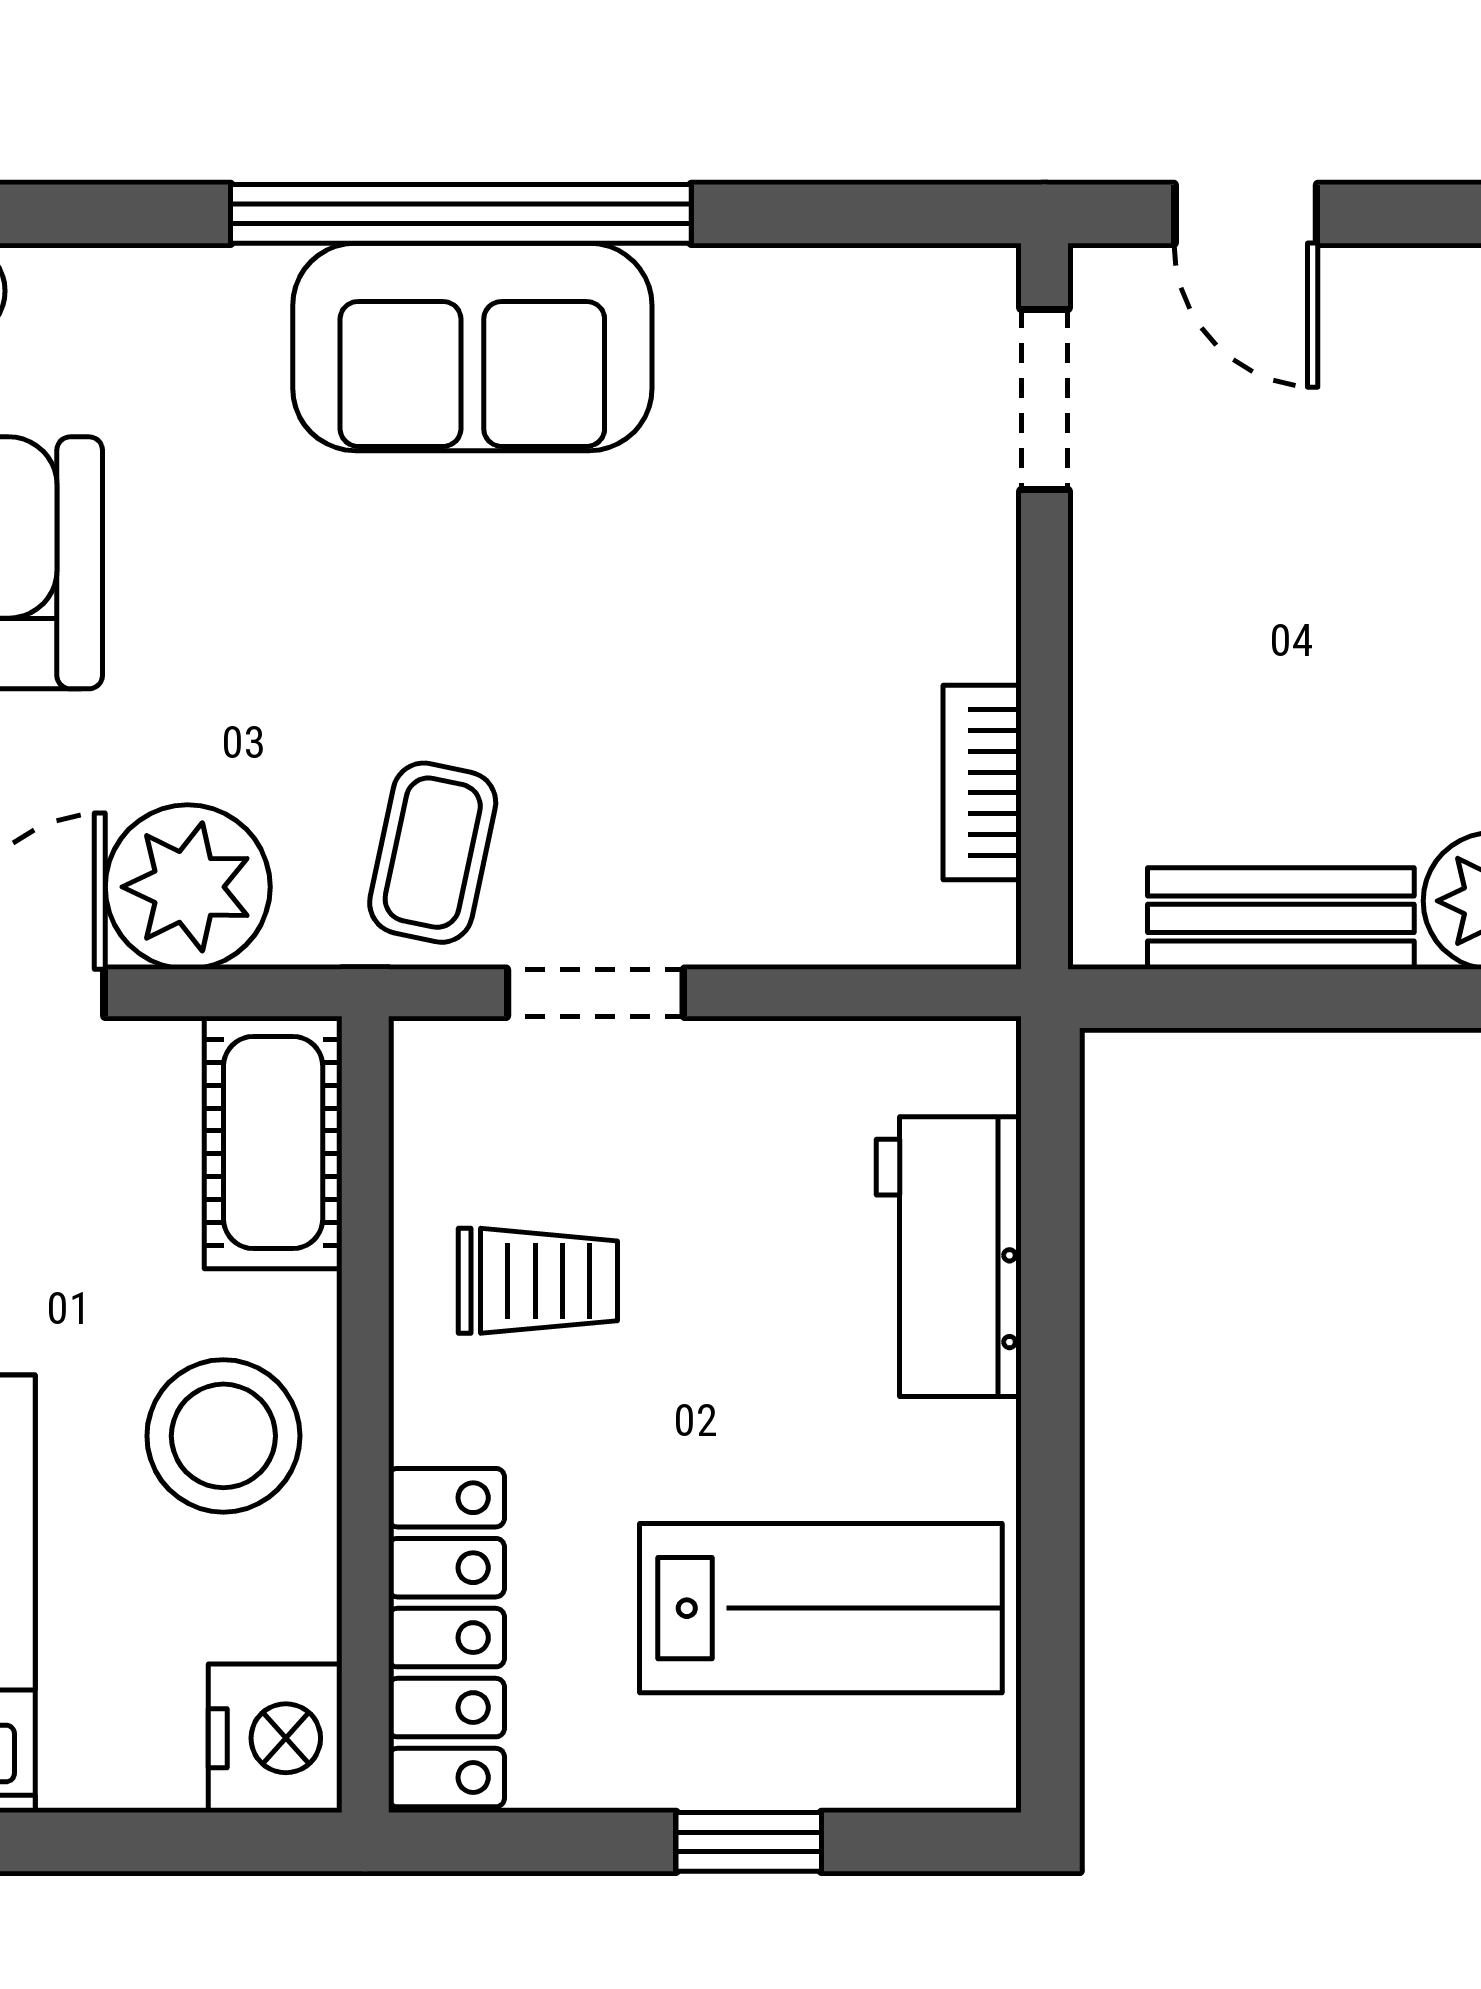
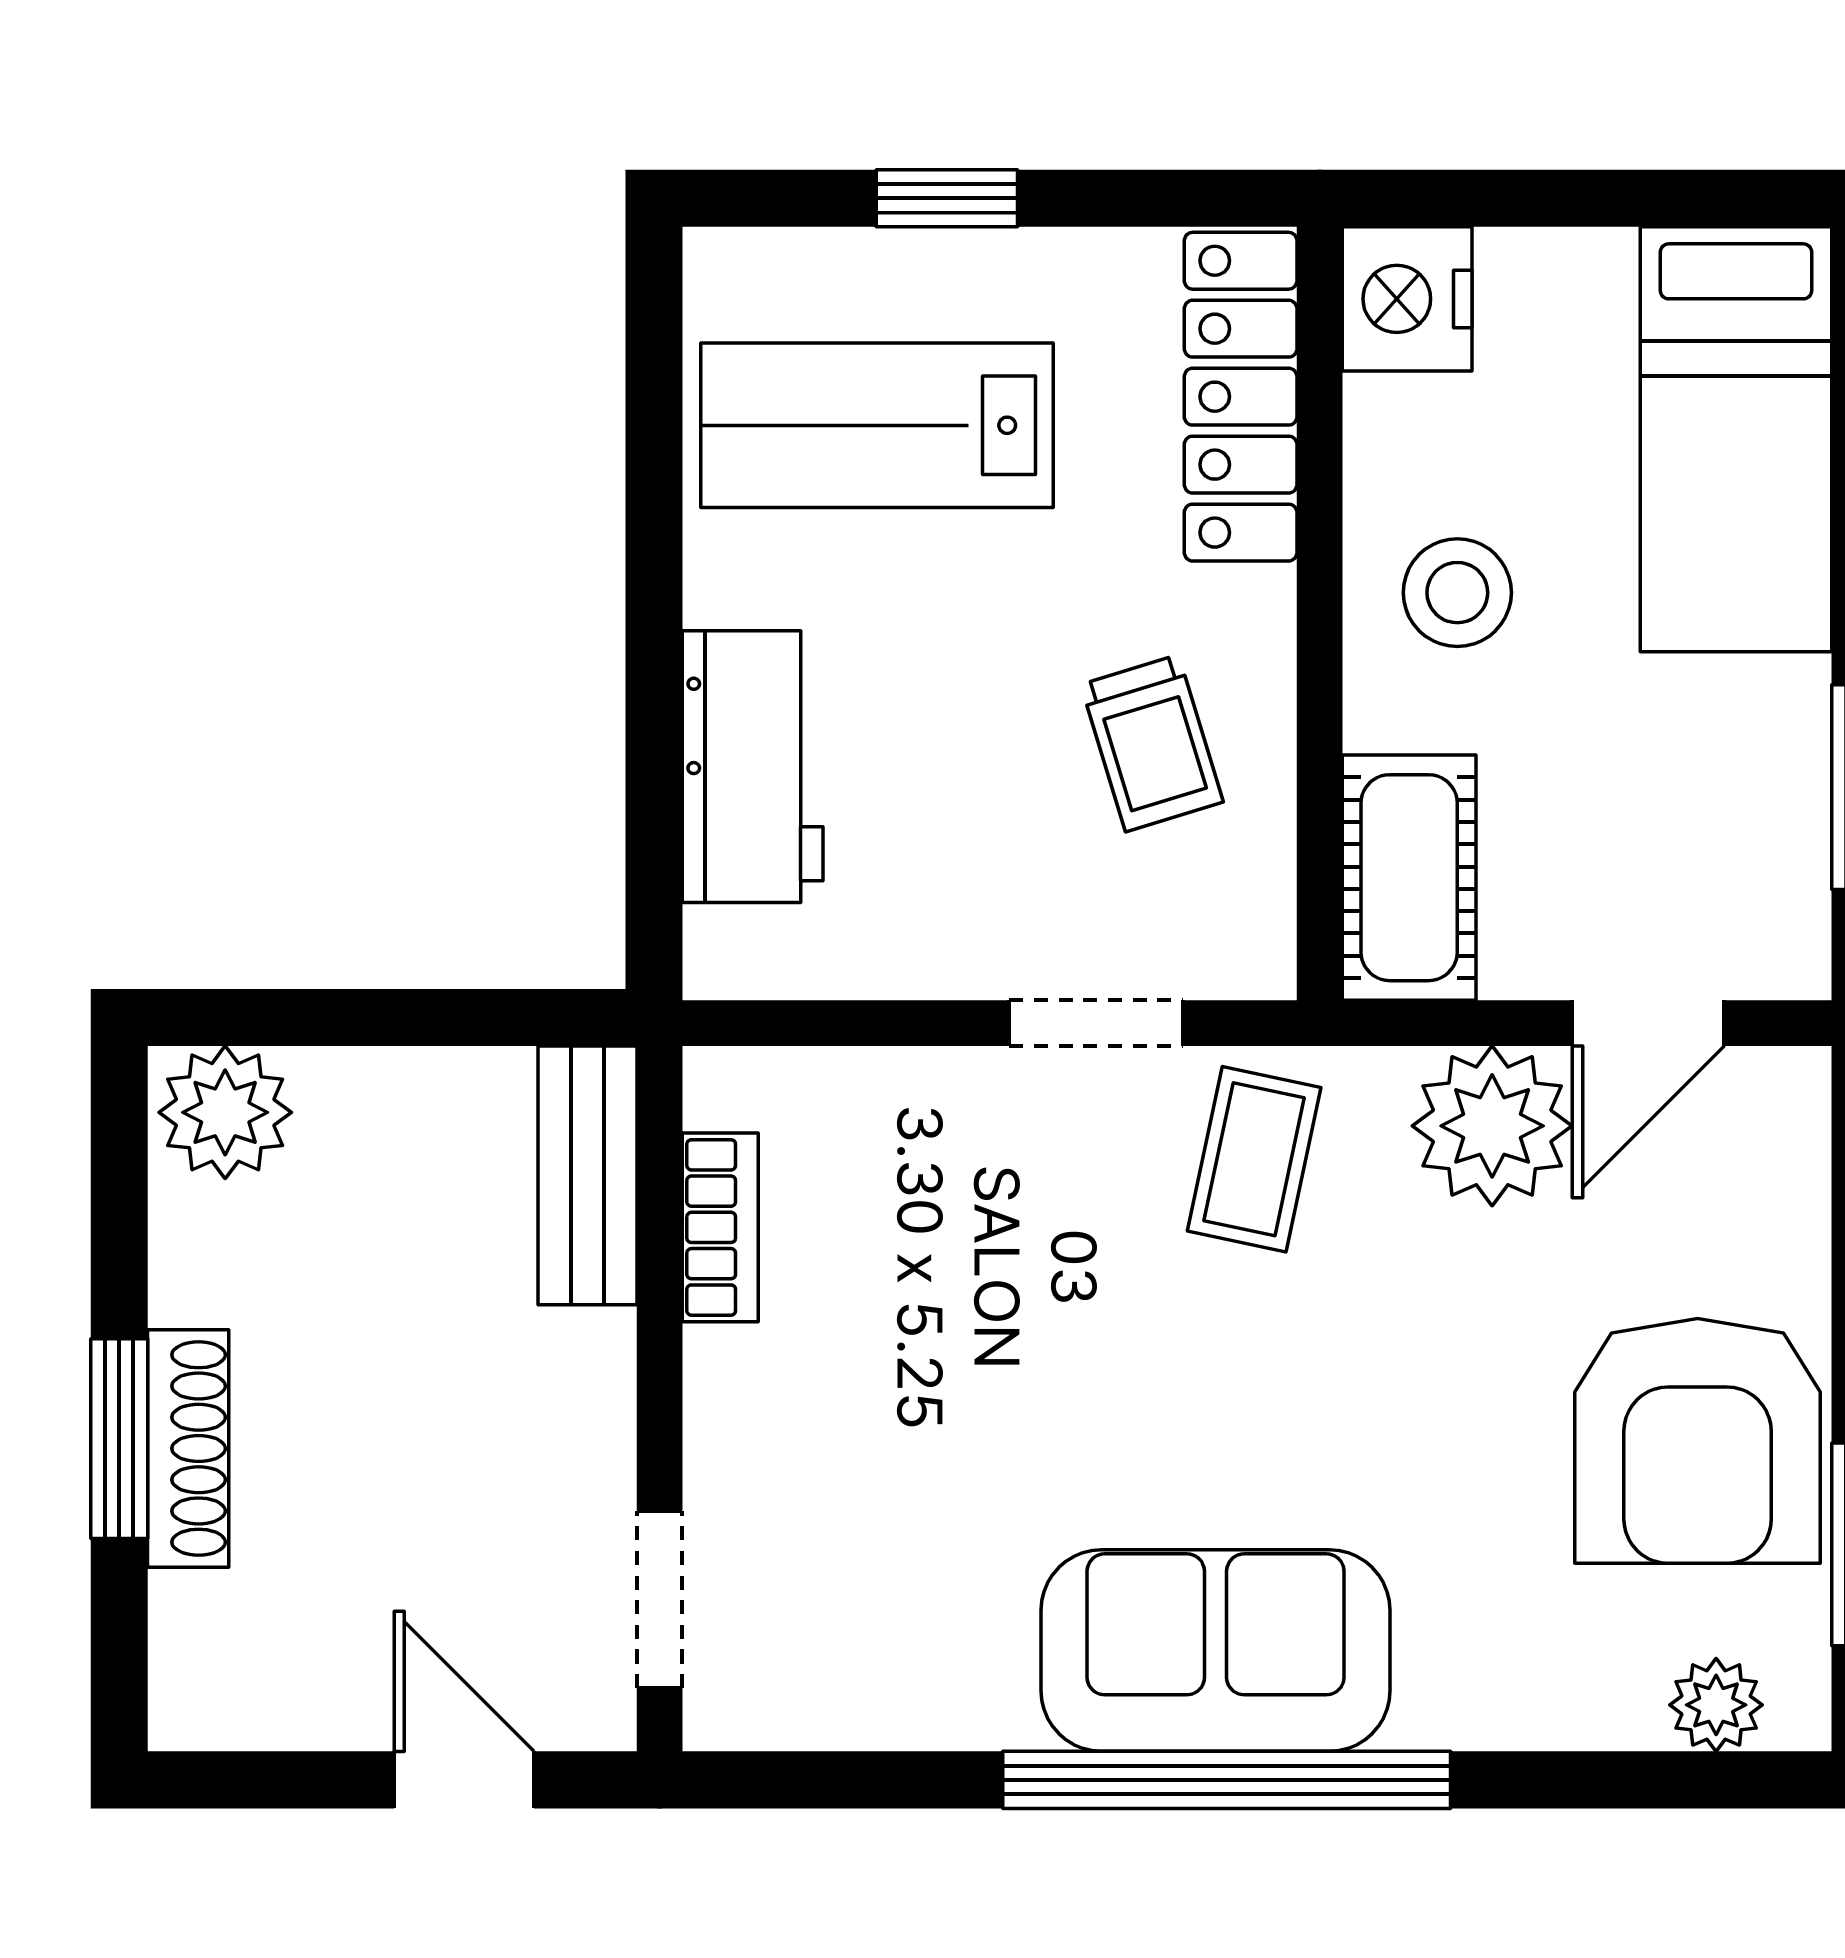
bench: (1281, 918) -> (588, 1175), moved, turned 90
trolley: (538, 1281) -> (1152, 743), turned -107
stool: (223, 1436) -> (1457, 593), width x0.73, depth x0.73

